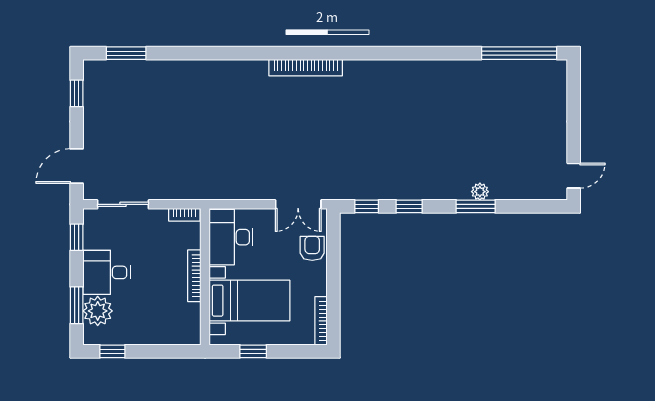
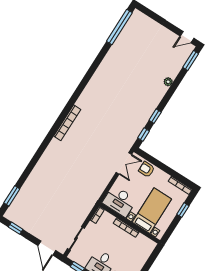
door: (574, 176) -> (187, 37), swing flipped
window: (476, 206) -> (191, 61), moved
window: (253, 351) -> (183, 210), moved

